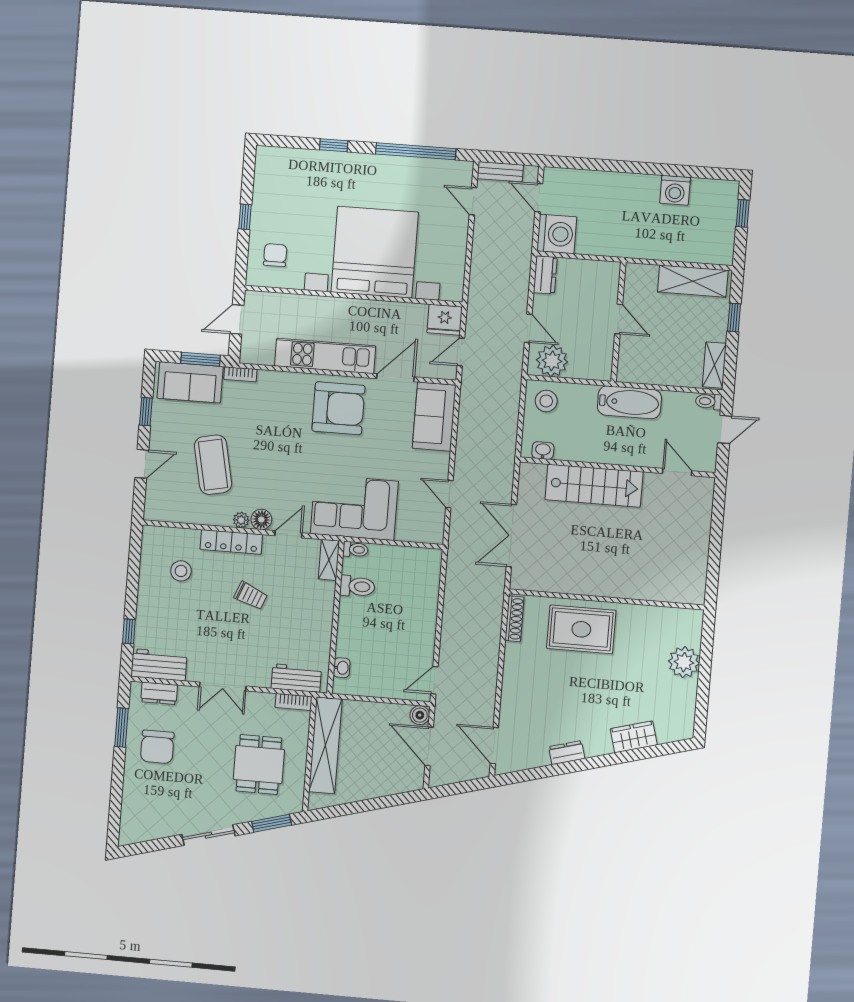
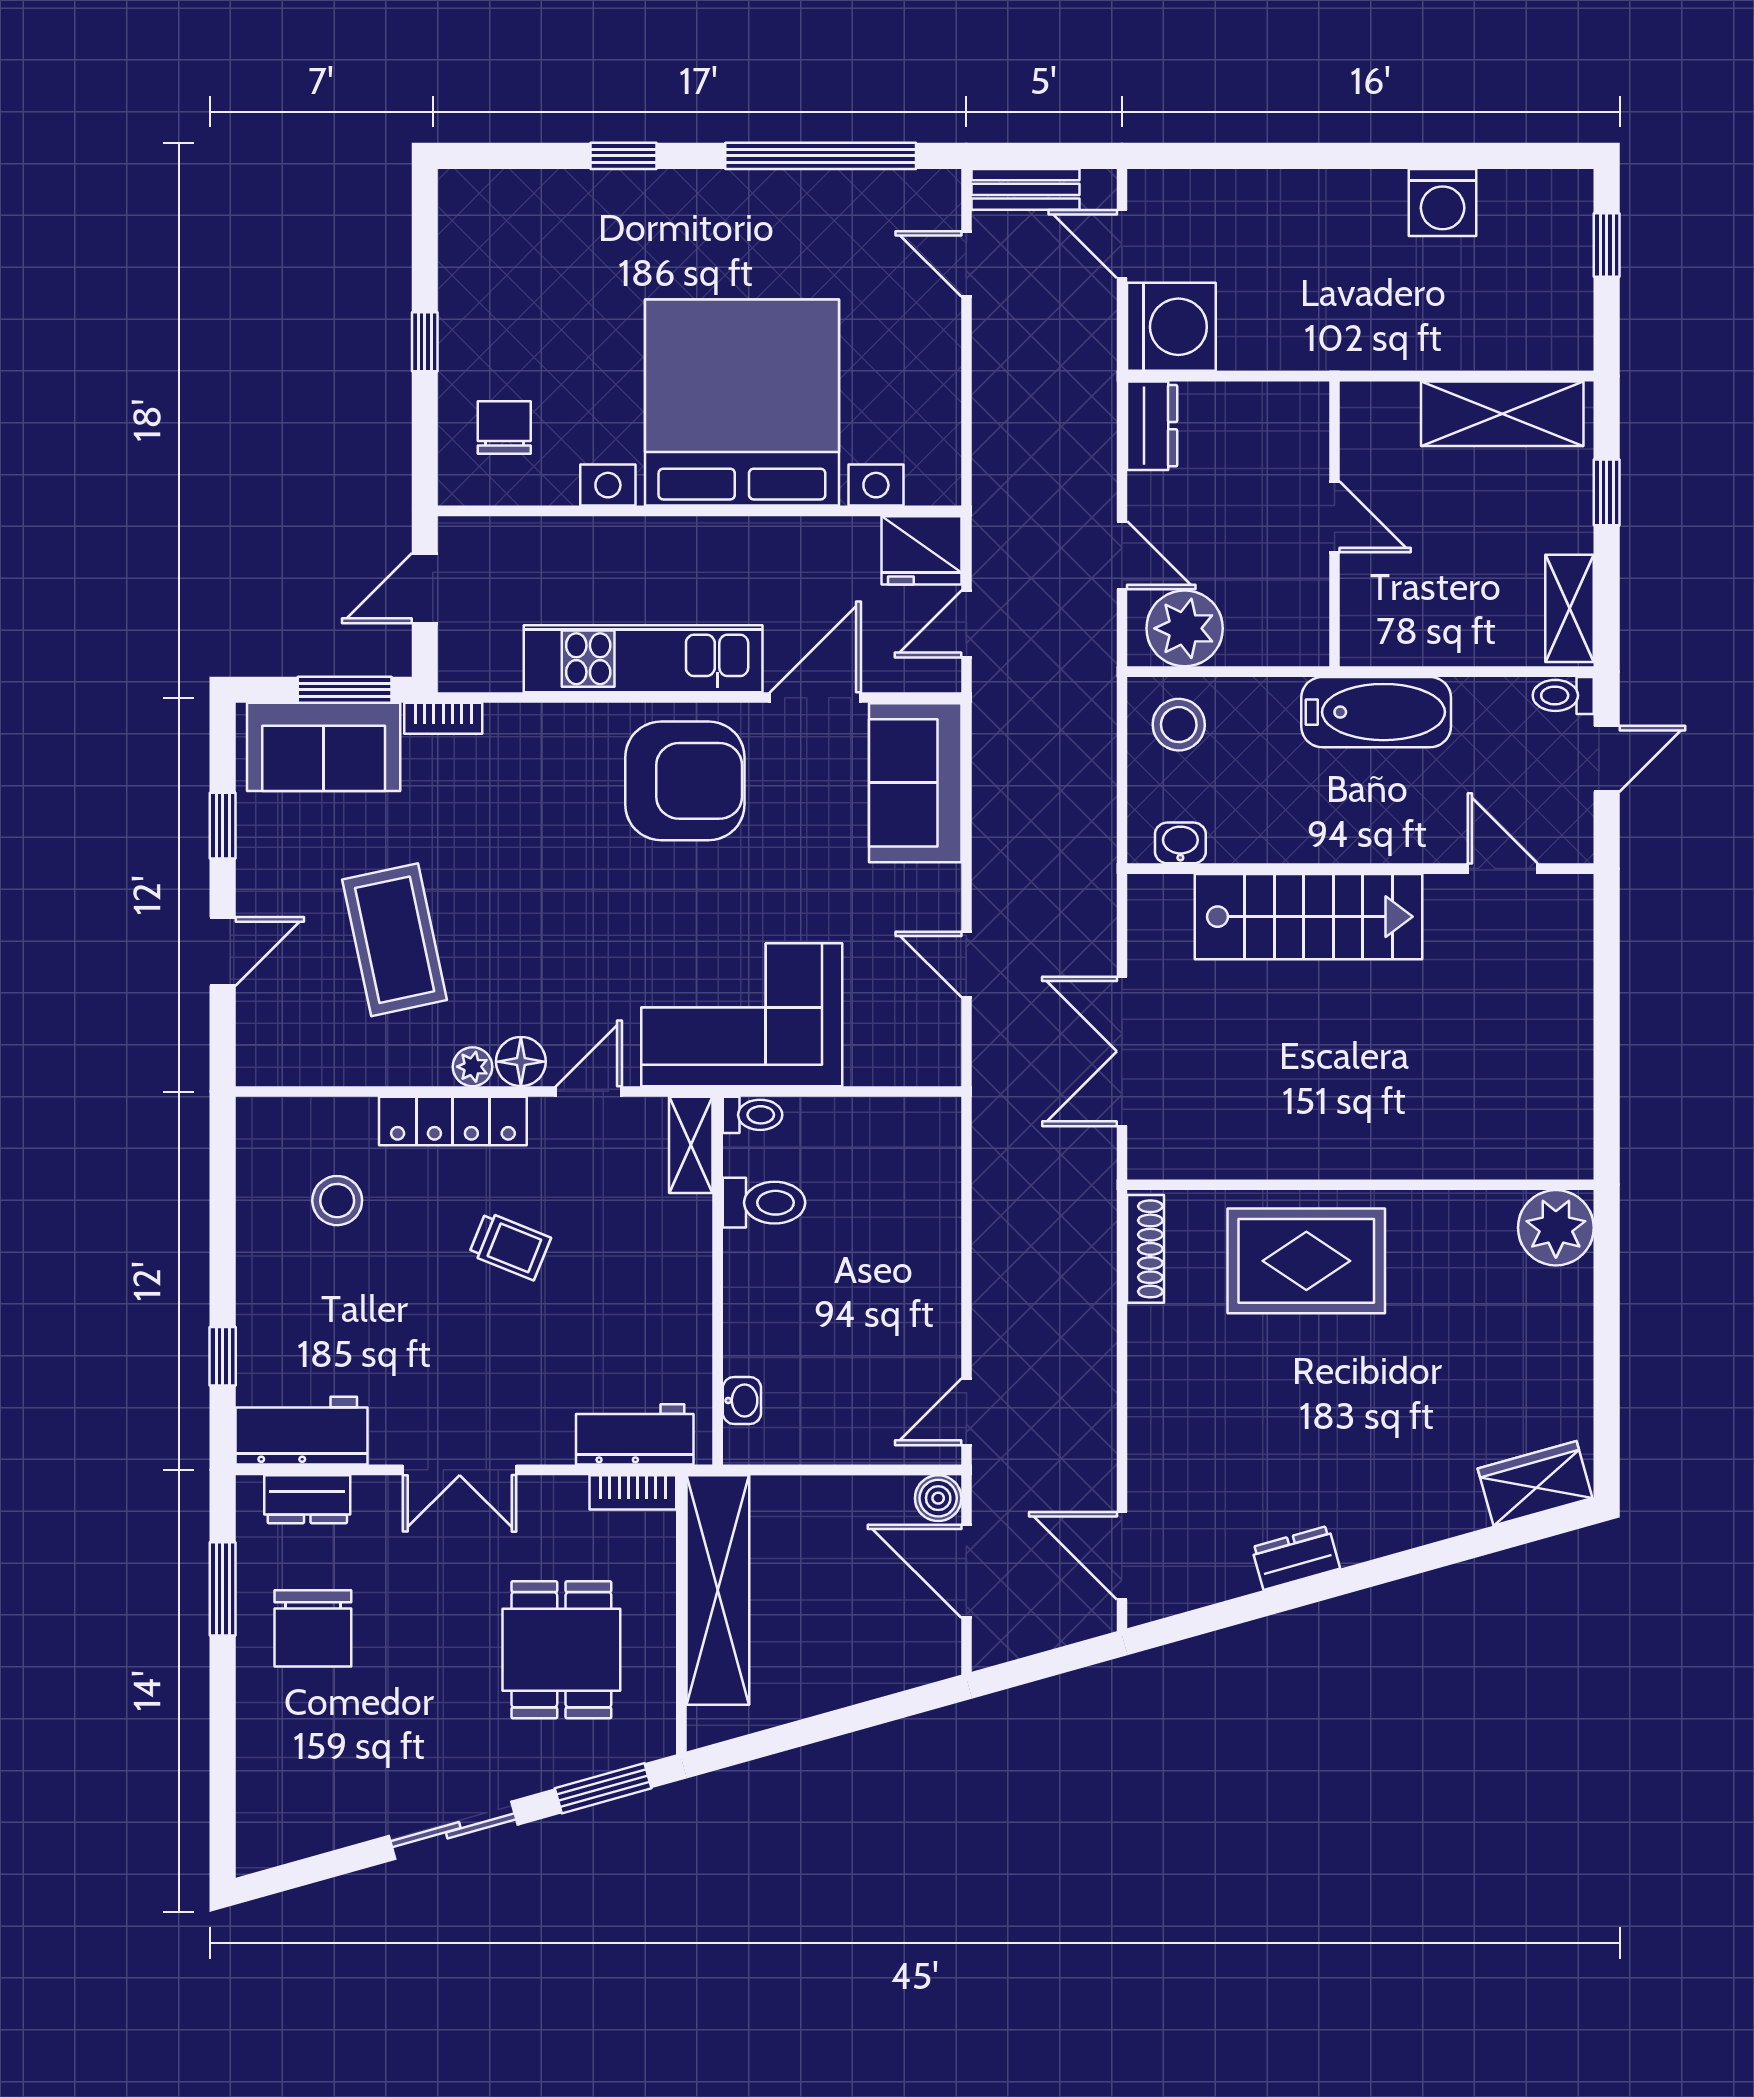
plant: (684, 662) -> (1556, 1228), moved
wardrobe: (634, 737) -> (1535, 1483), moved

